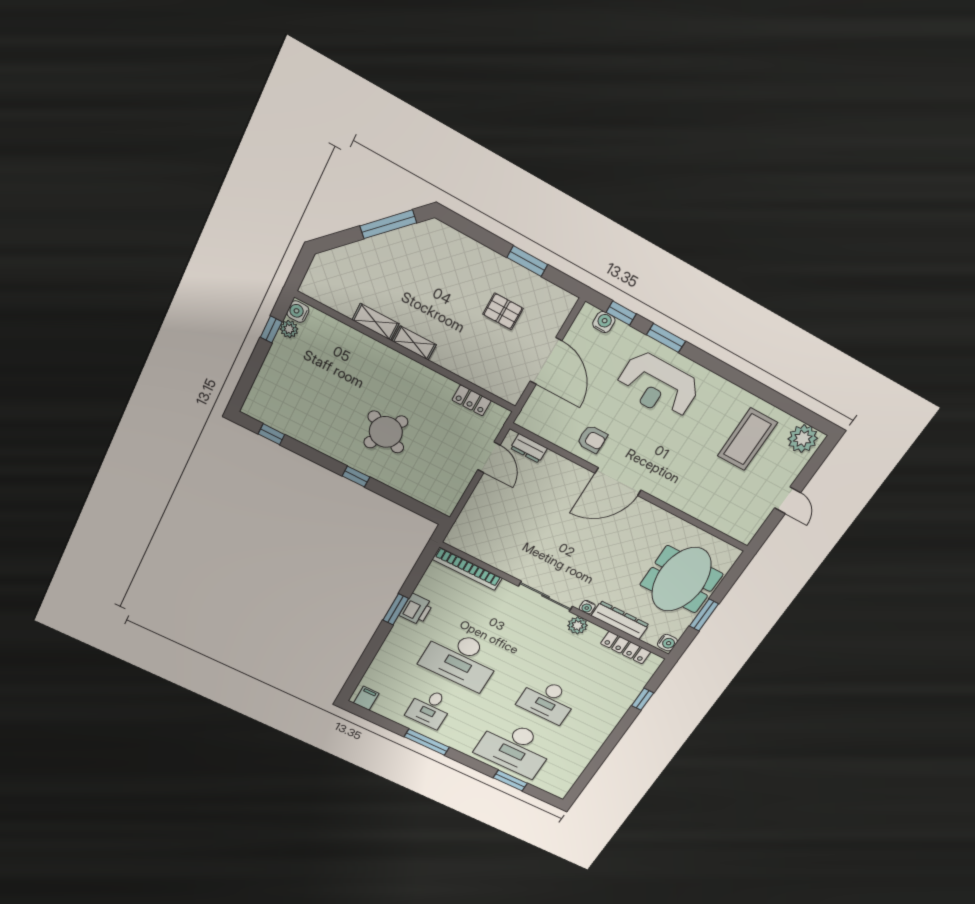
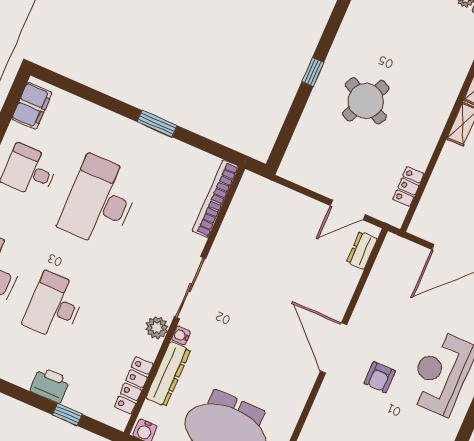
armchair: (592, 439) -> (380, 377), moved
printer: (416, 609) -> (50, 385), moved, turned 180
filing cabinet: (366, 698) -> (32, 106), width x2.00

